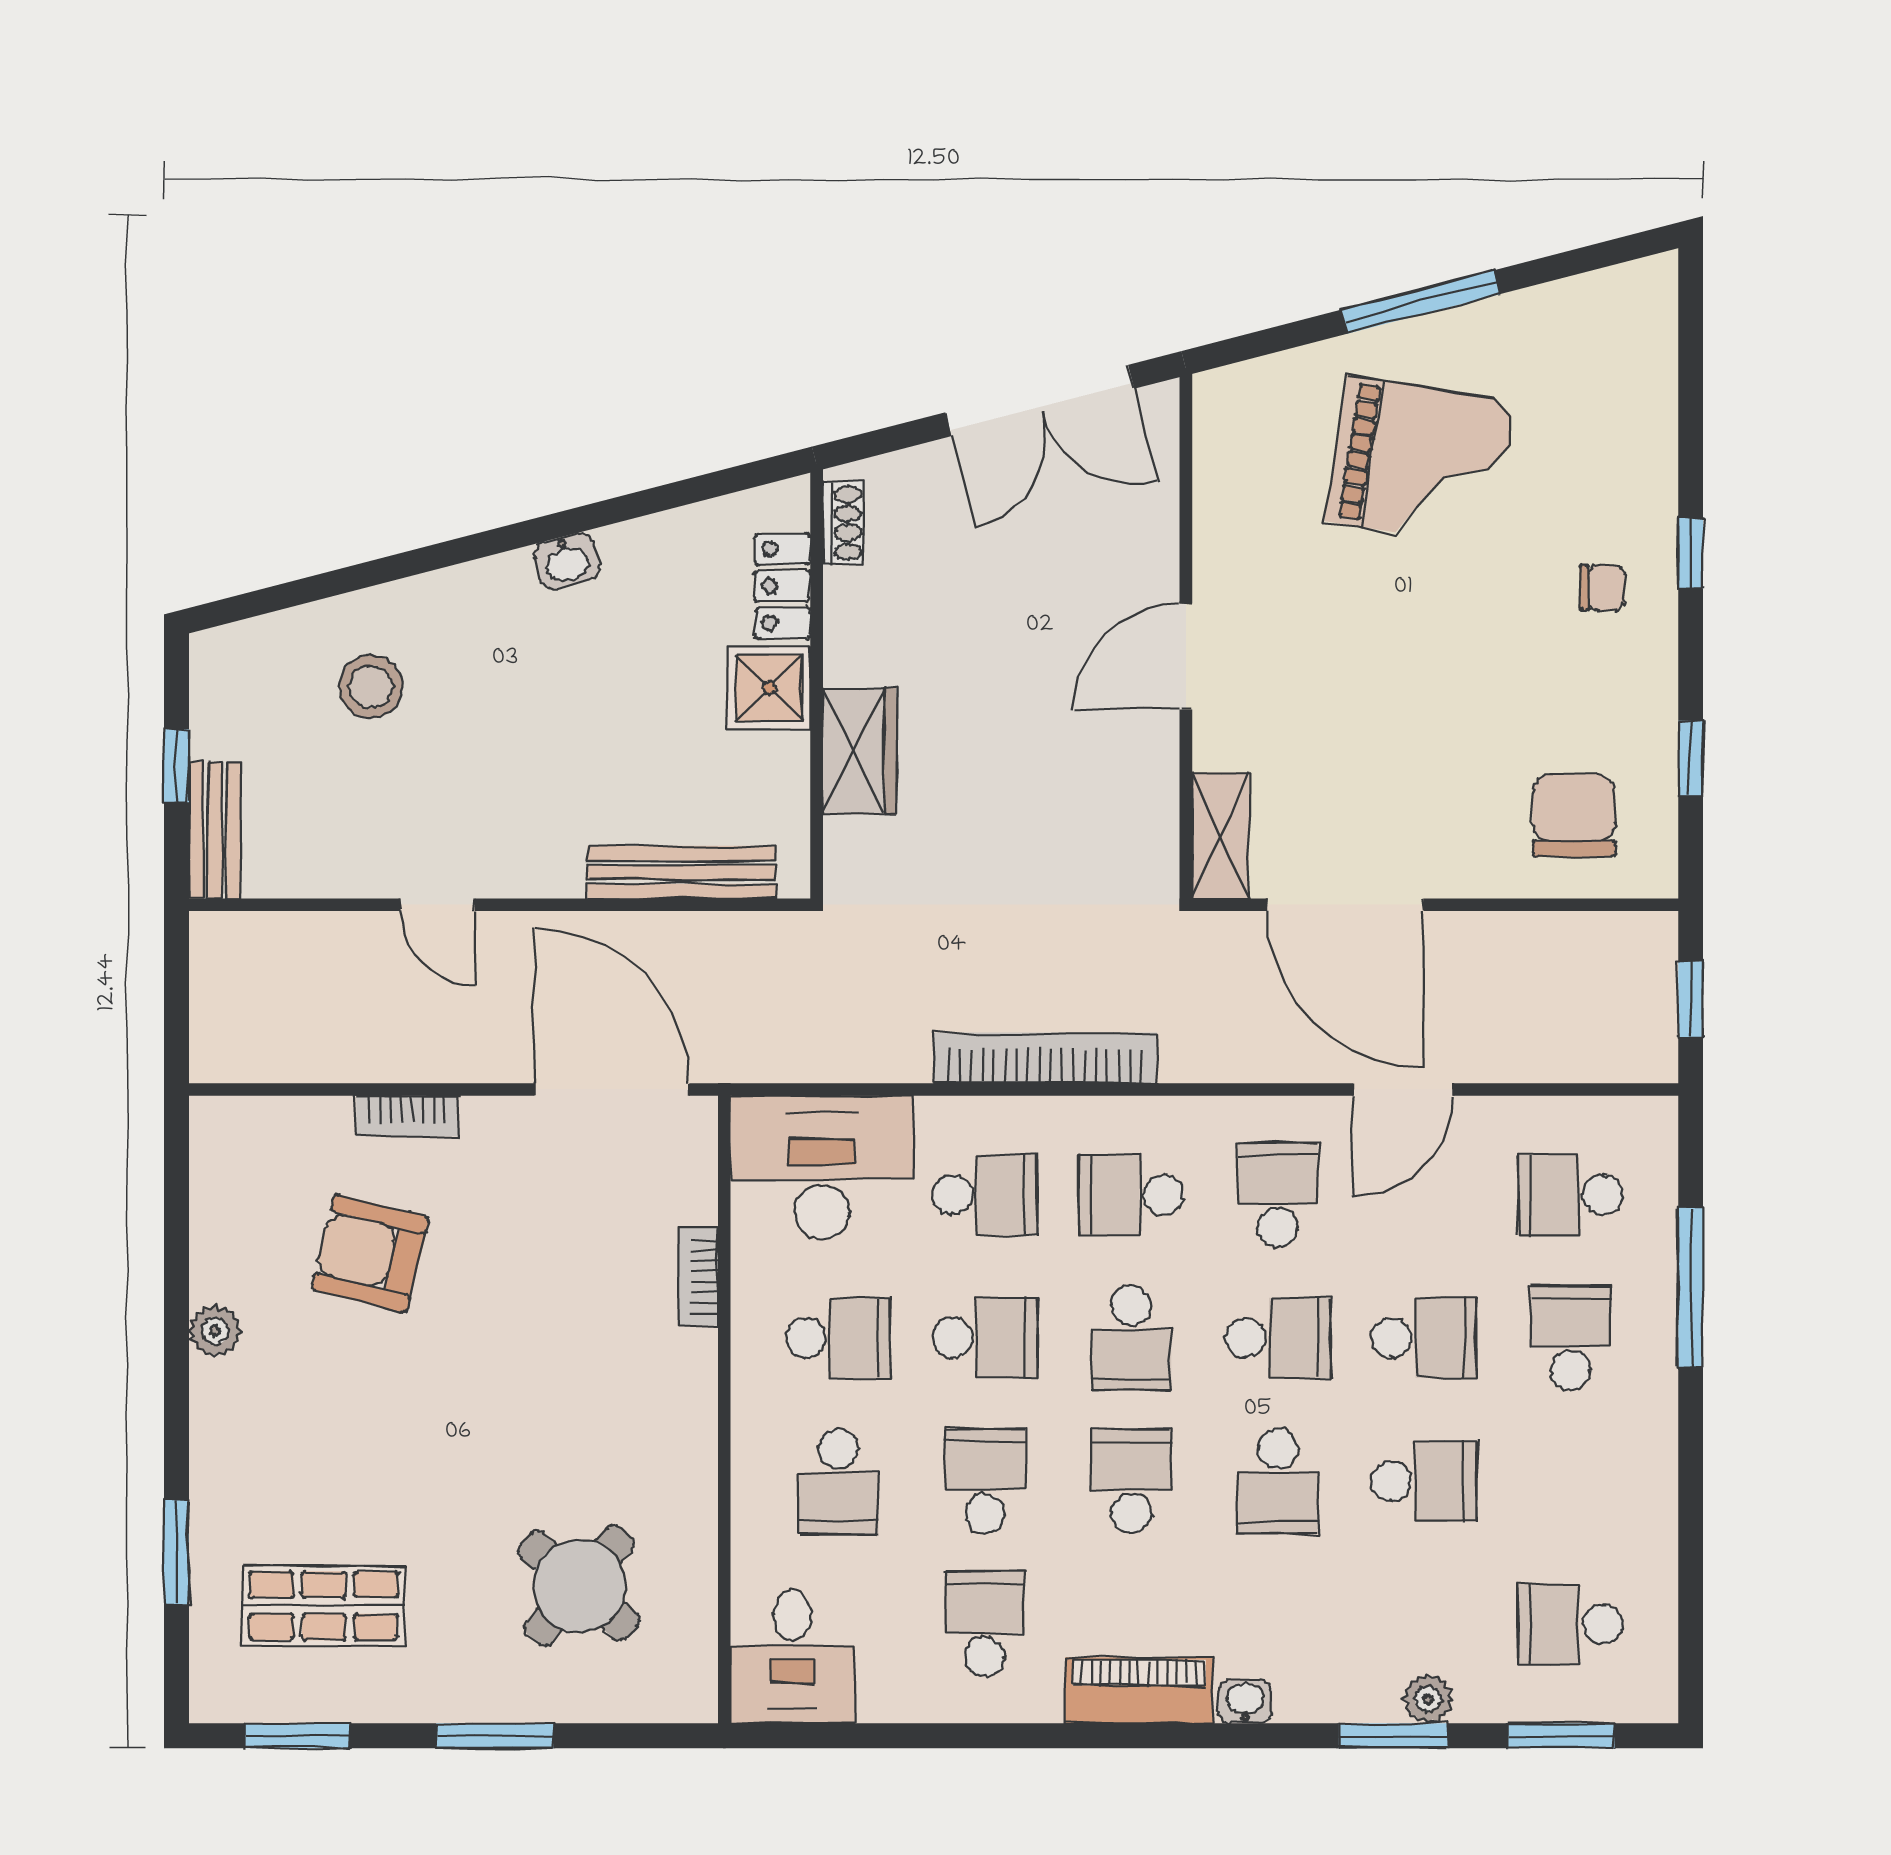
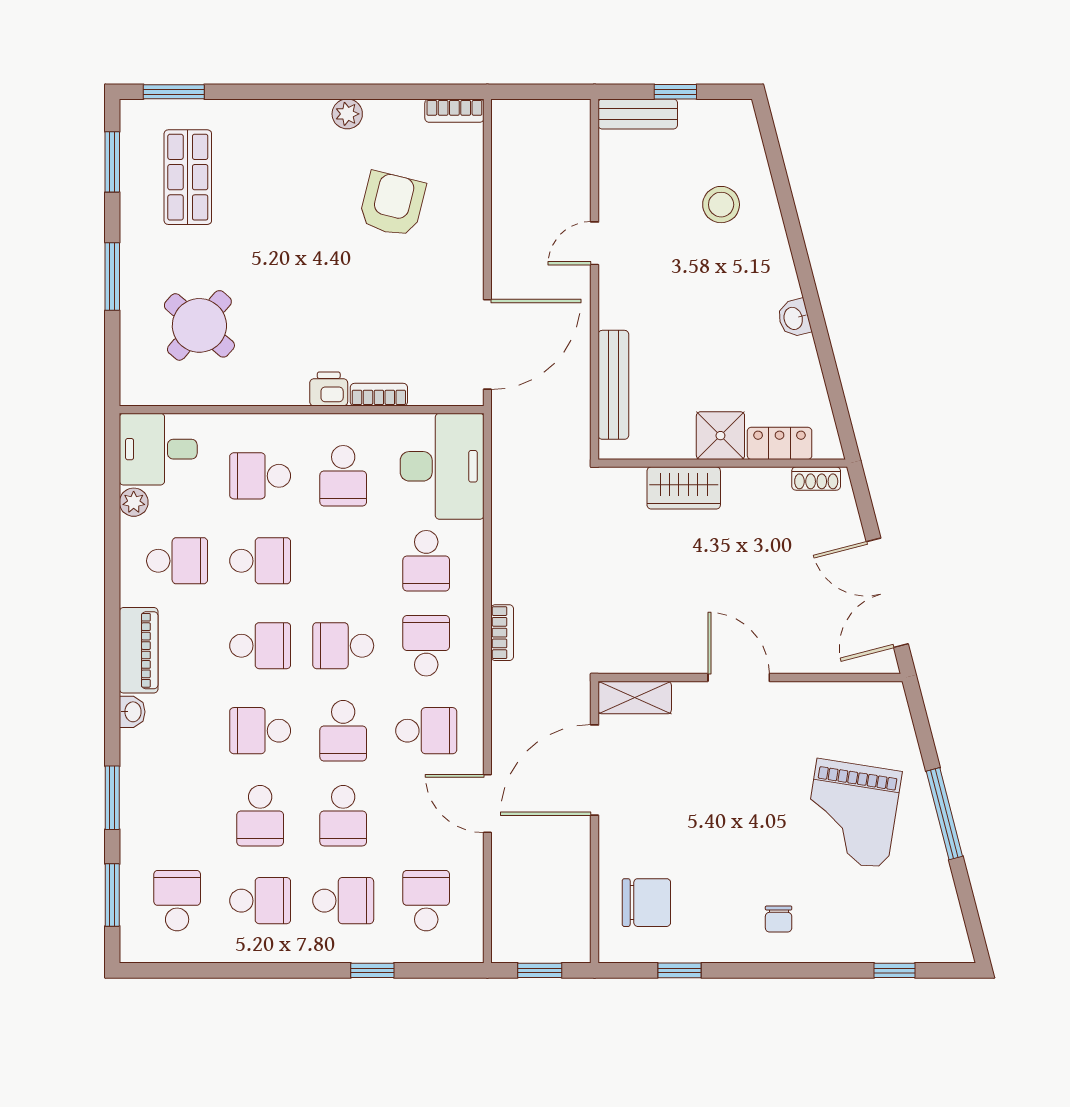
window: (1691, 553) -> (895, 970), moved
bookcase: (1045, 1058) -> (502, 633), width x0.43, depth x0.76
bookcase: (407, 1116) -> (454, 111), moved, turned -90
window: (1691, 1288) -> (372, 970), width x0.46
school desk: (985, 1338) -> (260, 901), moved, turned -90
printer: (689, 1363) -> (329, 389), added
window: (176, 1553) -> (174, 92), moved
plant: (1428, 1699) -> (134, 502), moved

